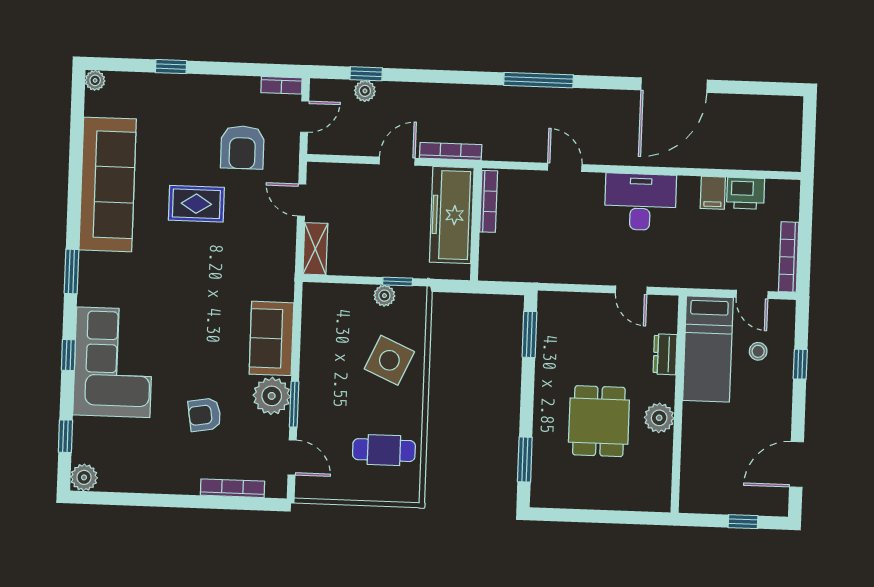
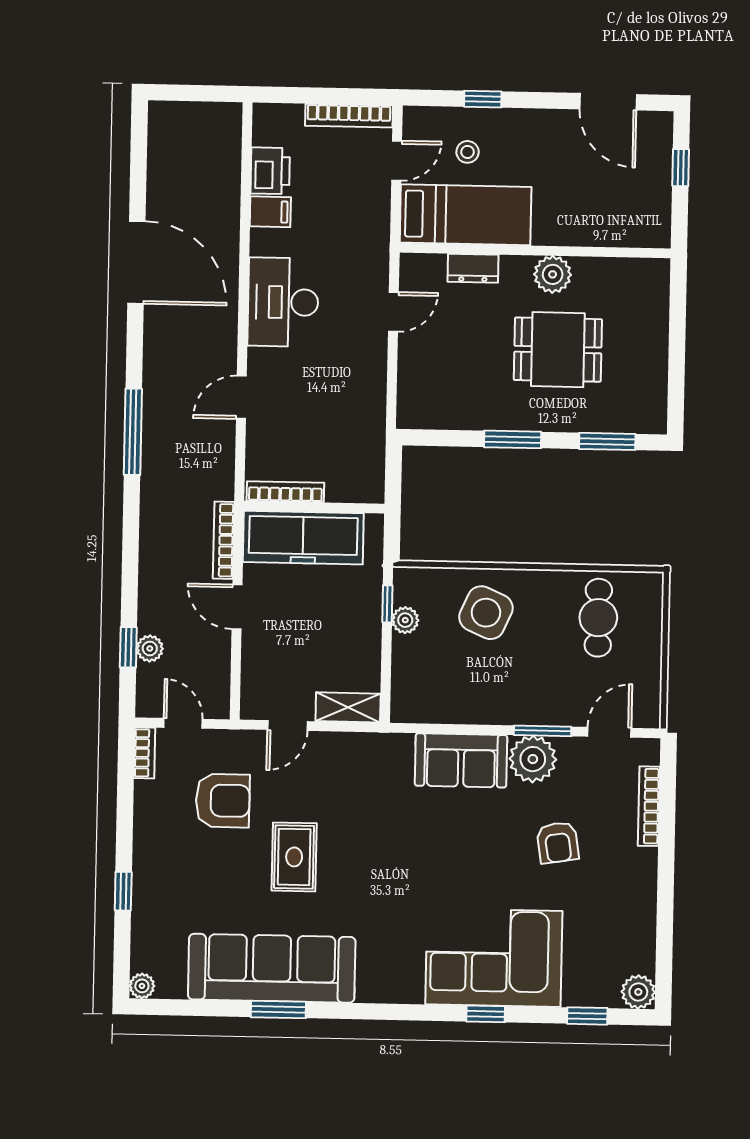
window: (71, 271) -> (278, 1010), moved
window: (529, 334) -> (513, 439), moved

